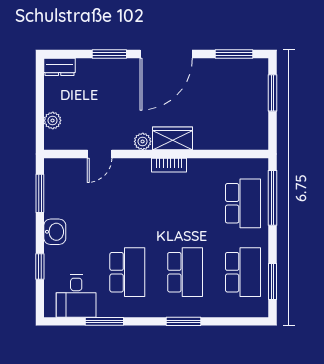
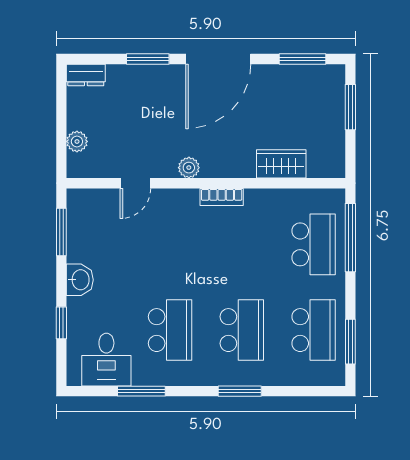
wardrobe: (173, 138) -> (281, 164), moved

